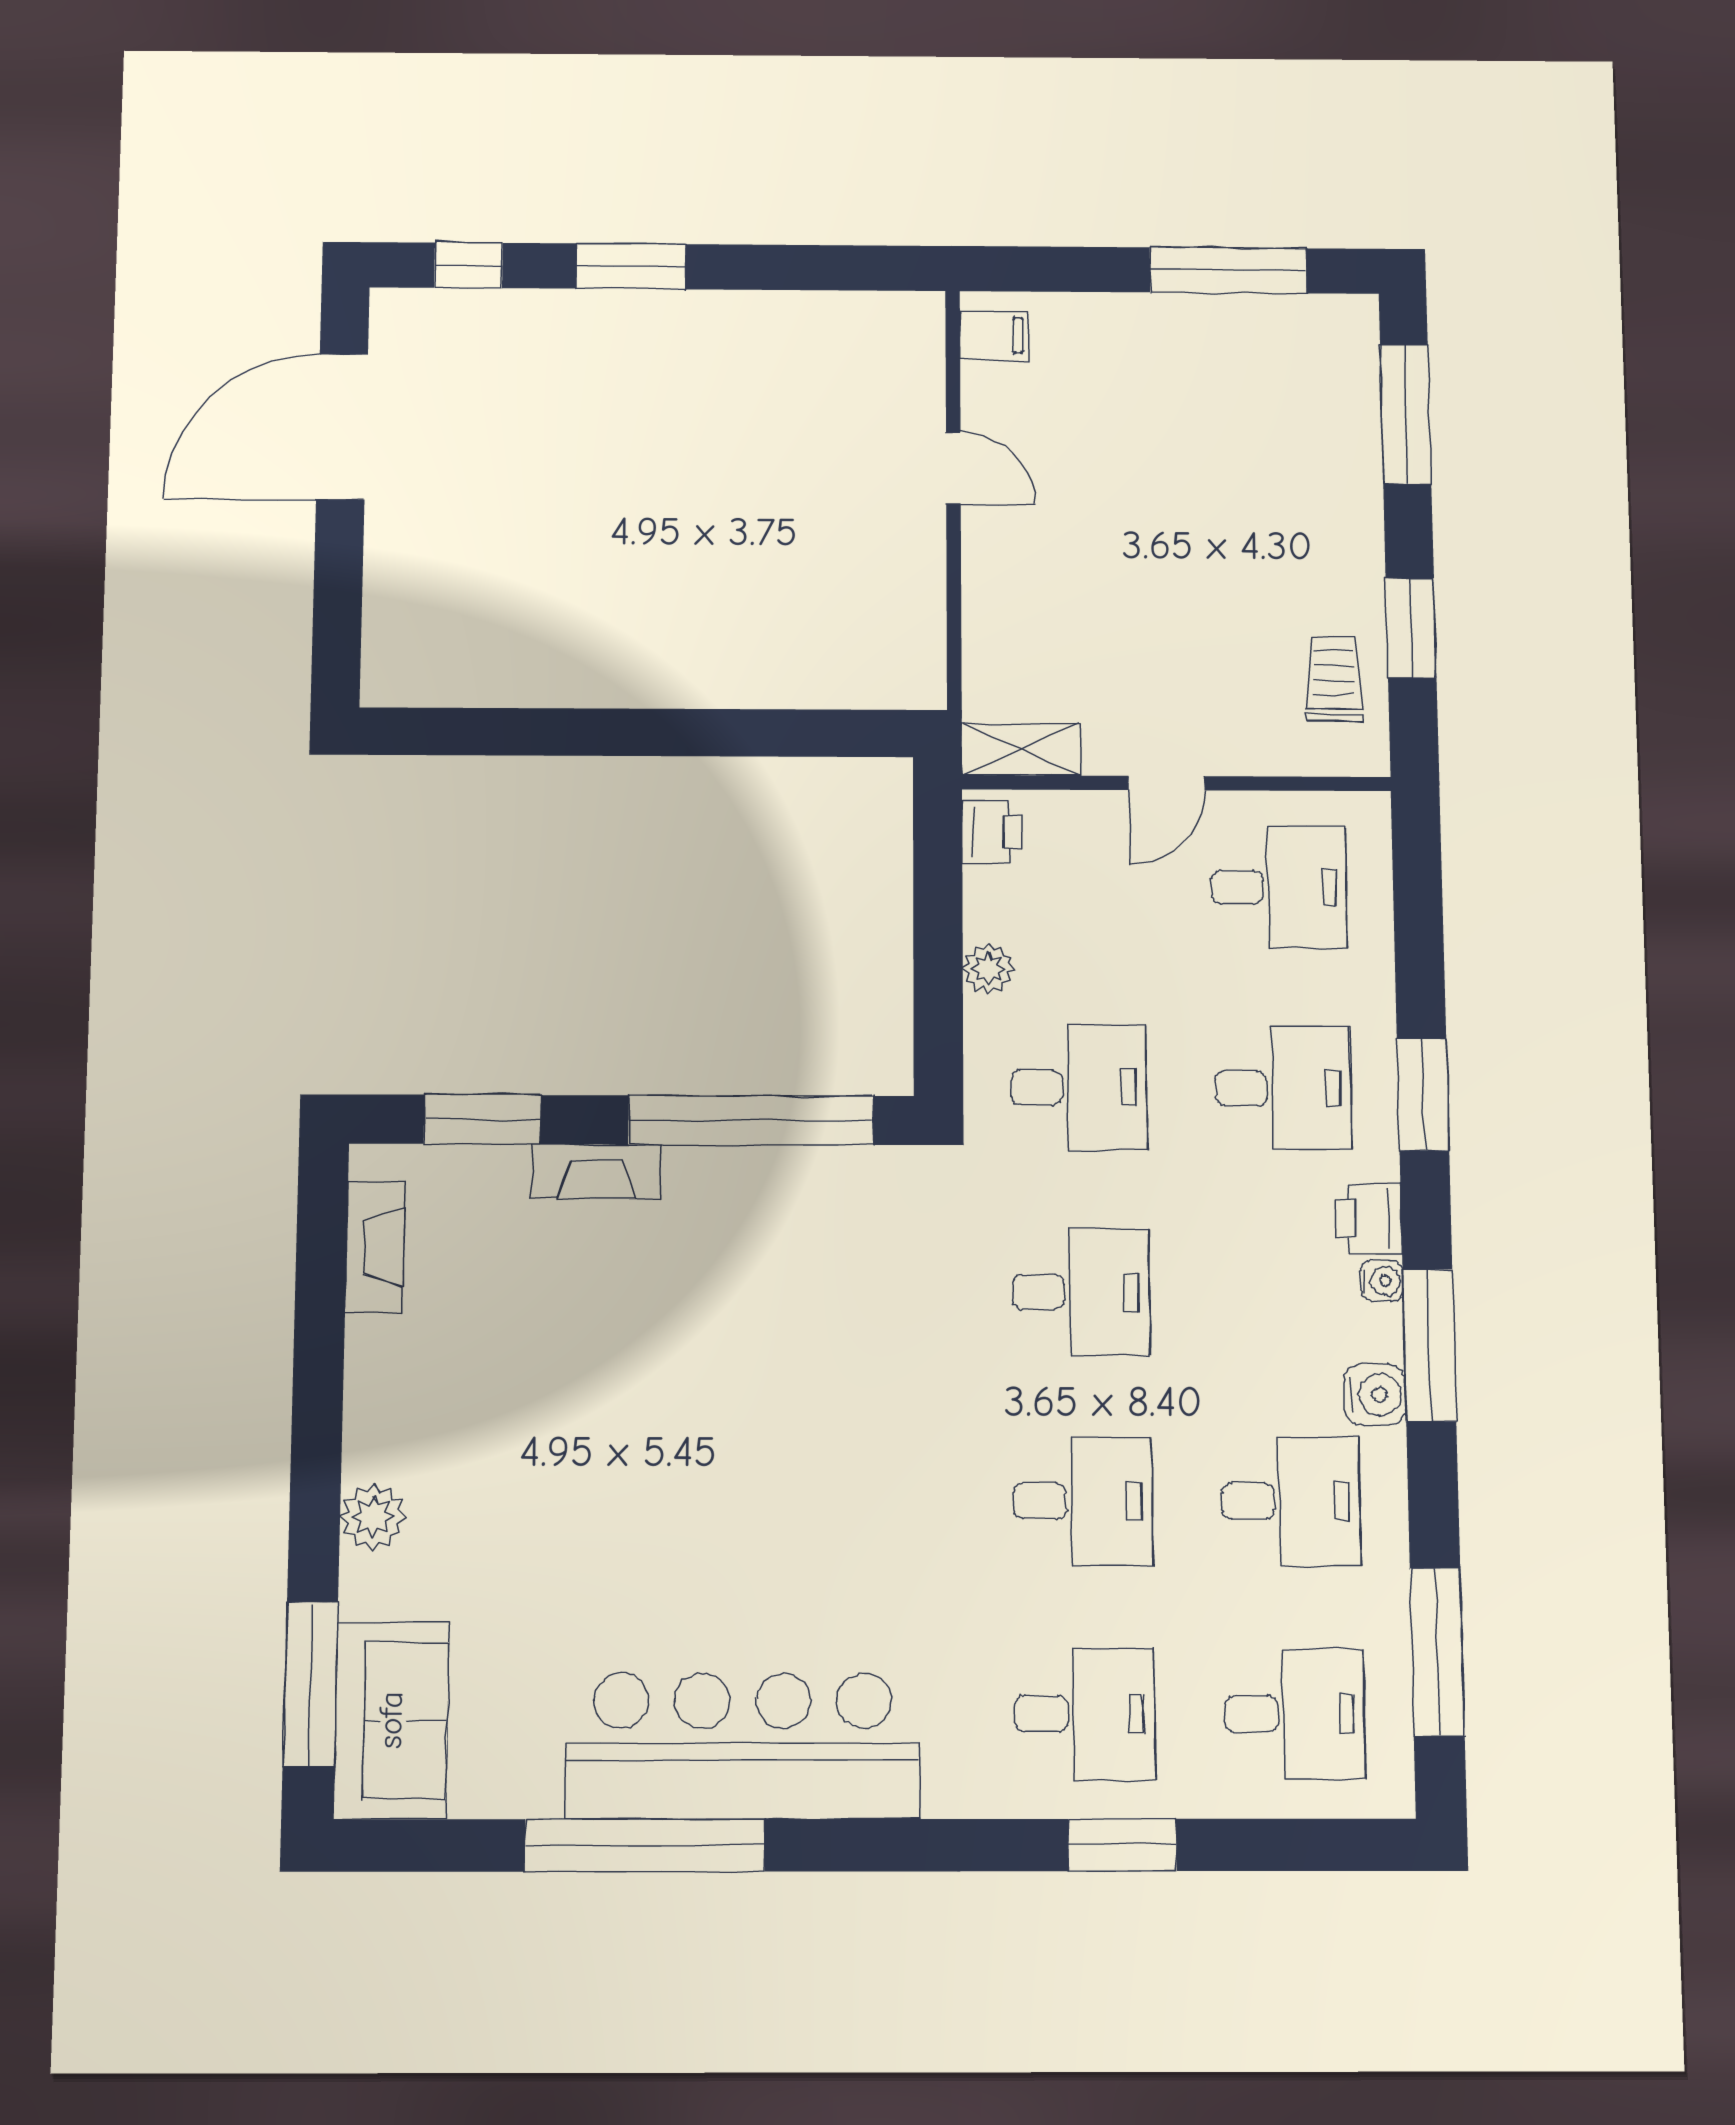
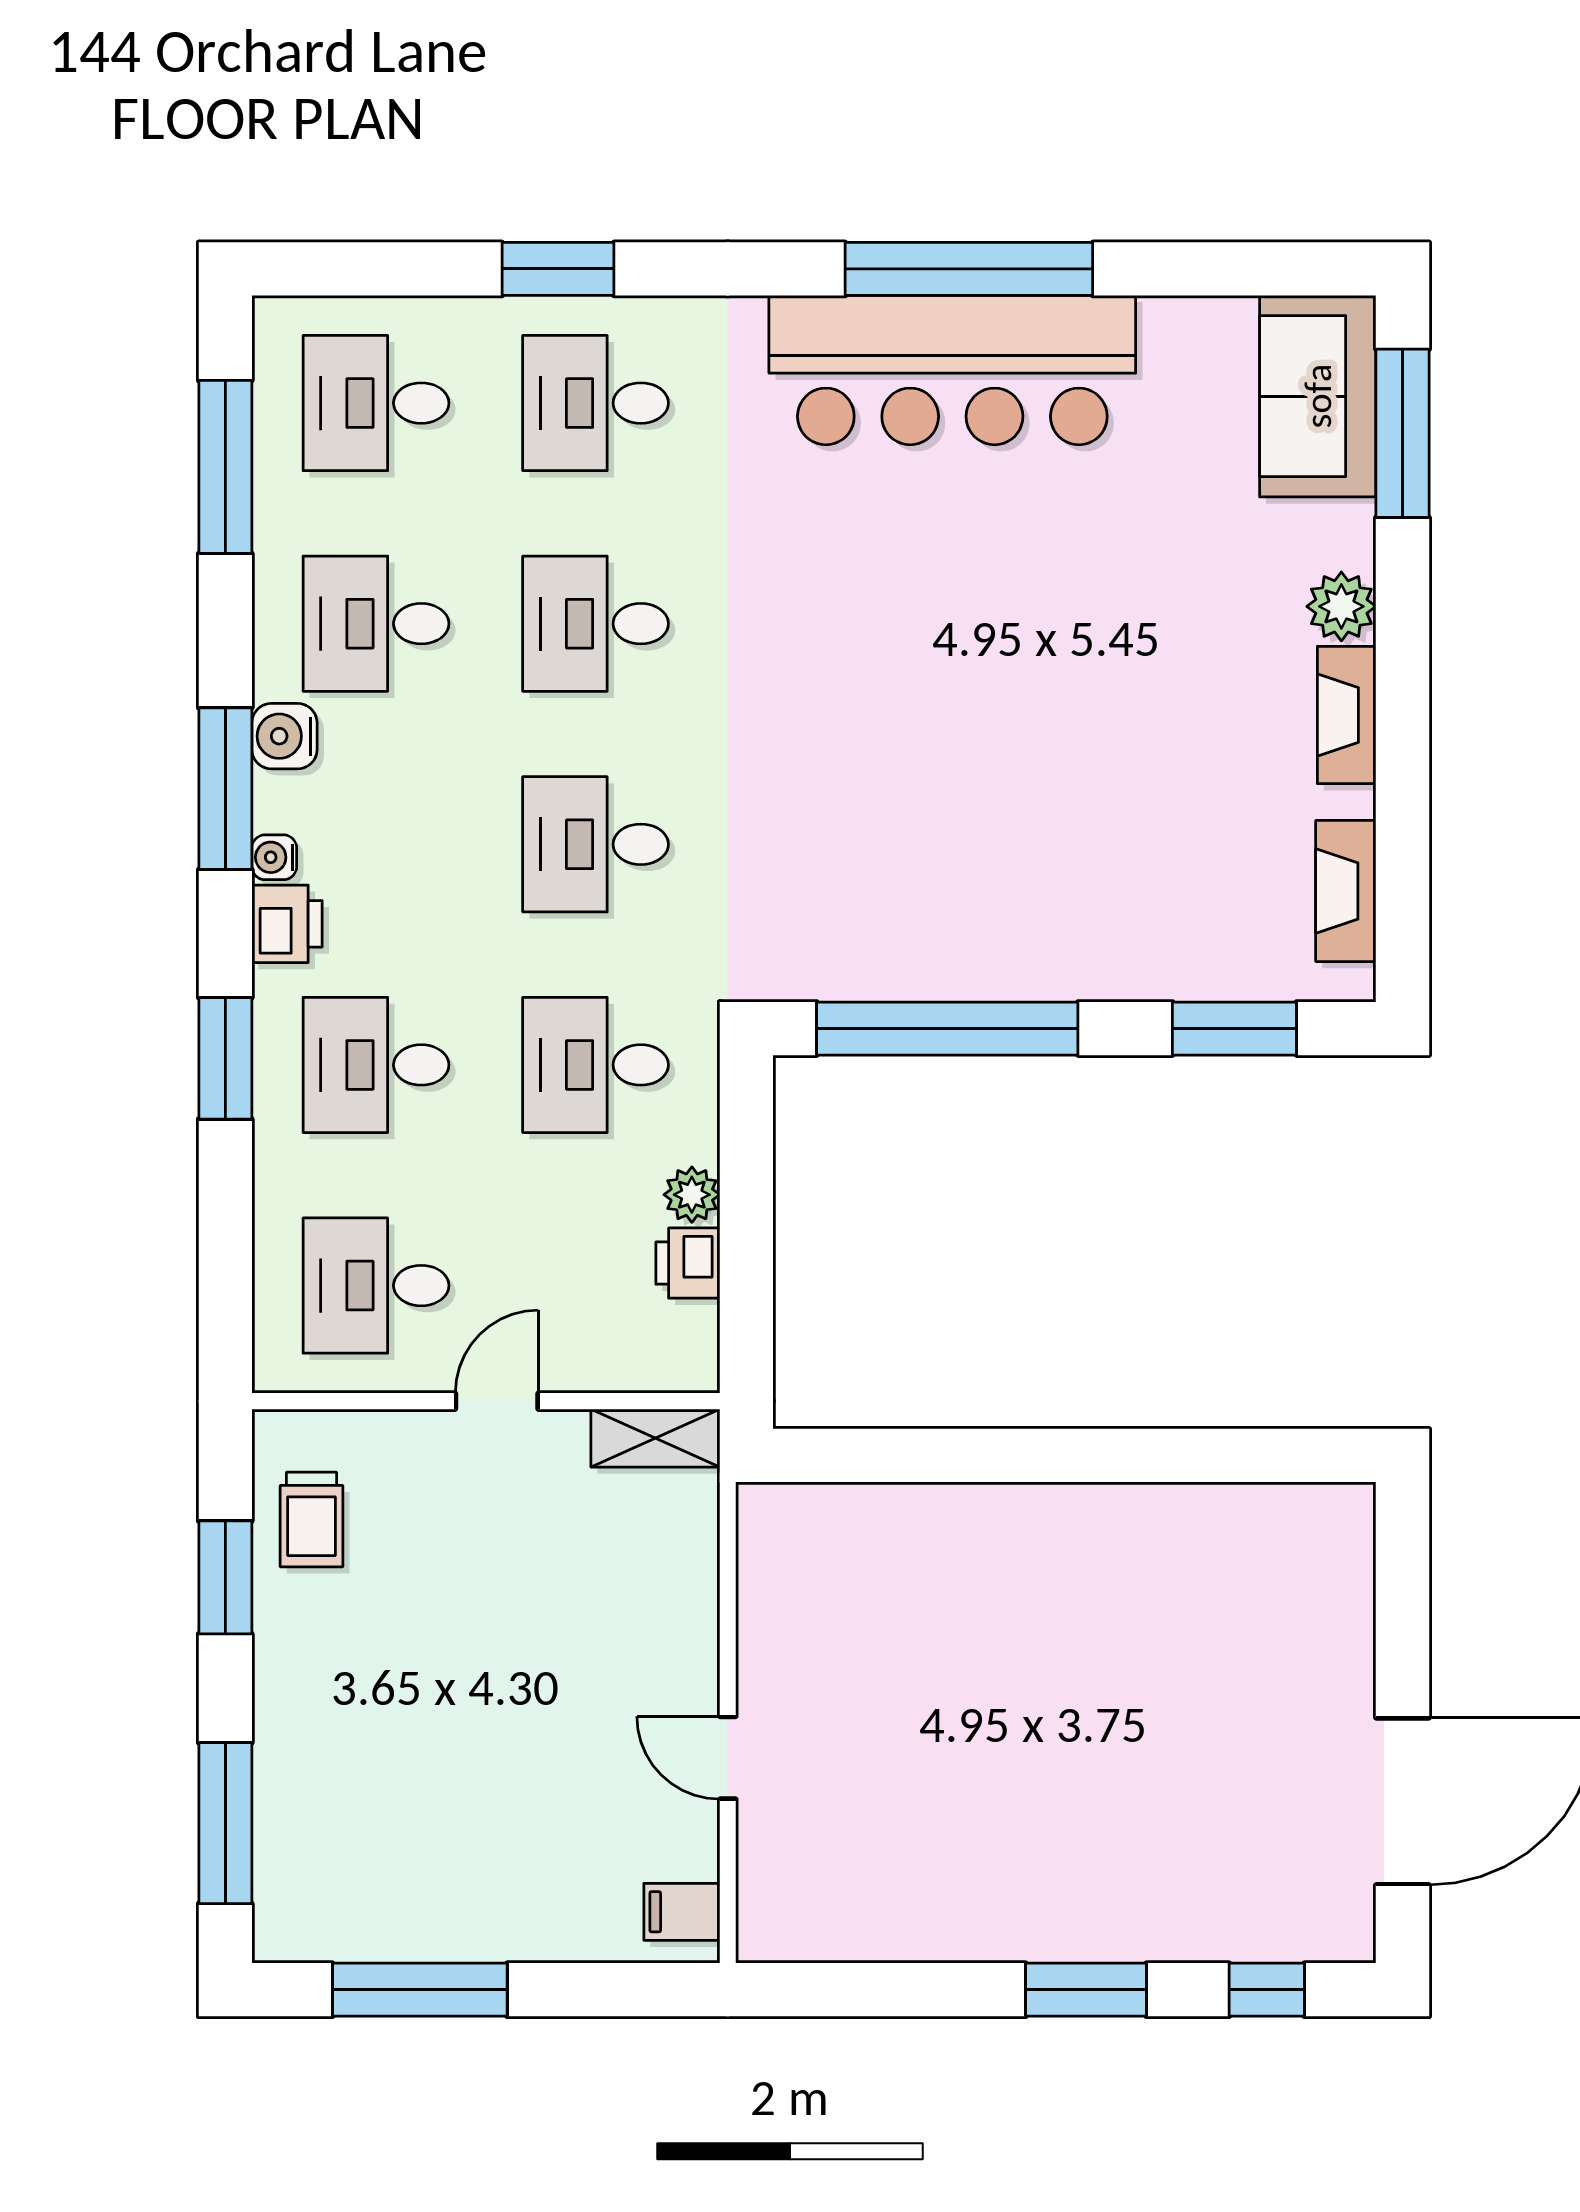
printer: (992, 832) -> (688, 1263), moved
fireplace: (597, 1171) -> (1347, 715), moved, turned -90
window: (645, 1845) -> (969, 269), moved

